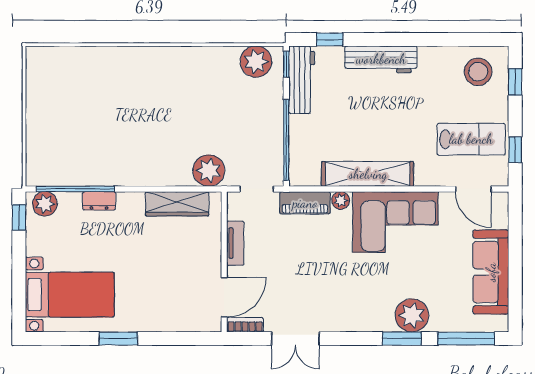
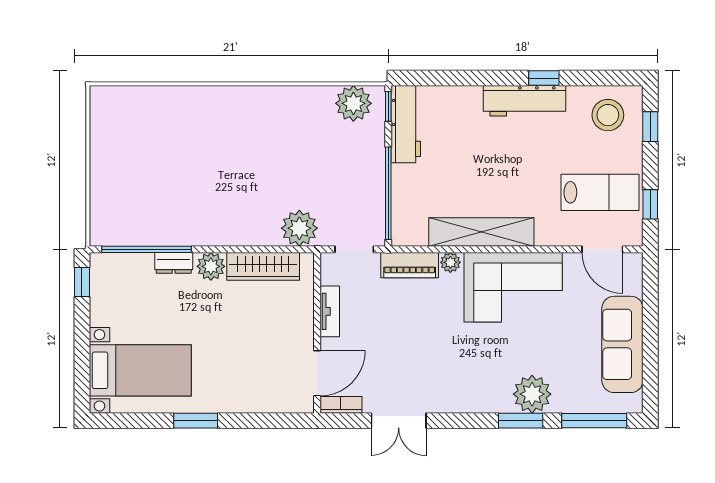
window: (330, 39) -> (544, 78), moved
workbench: (381, 59) -> (525, 101), moved
plant: (45, 204) -> (211, 266), moved

